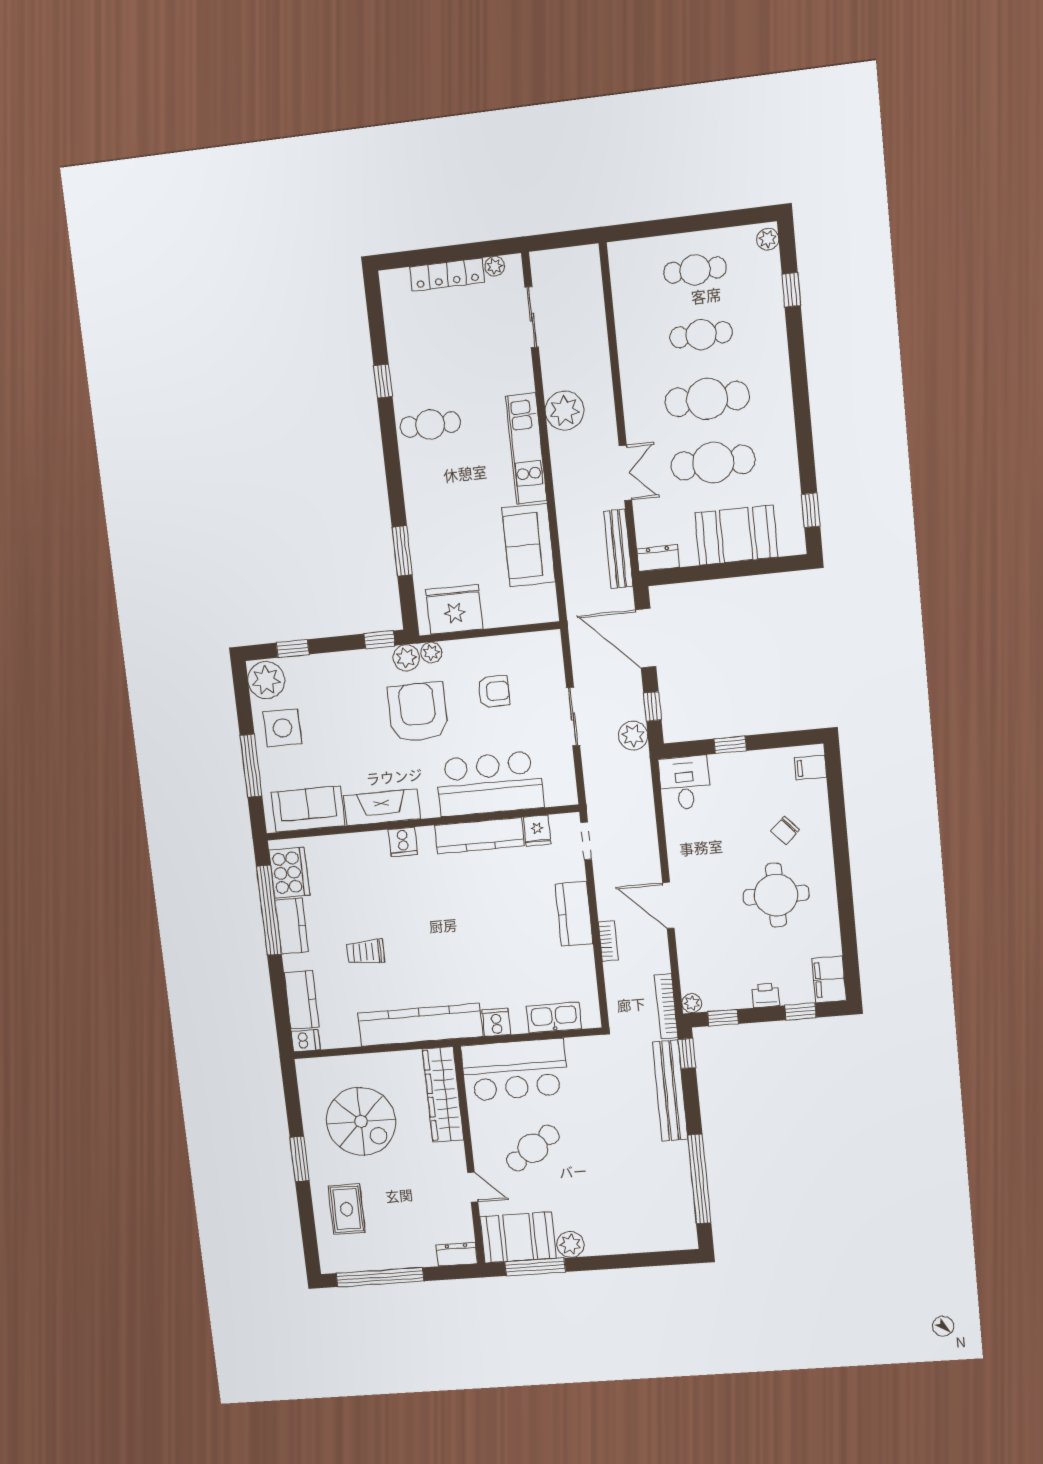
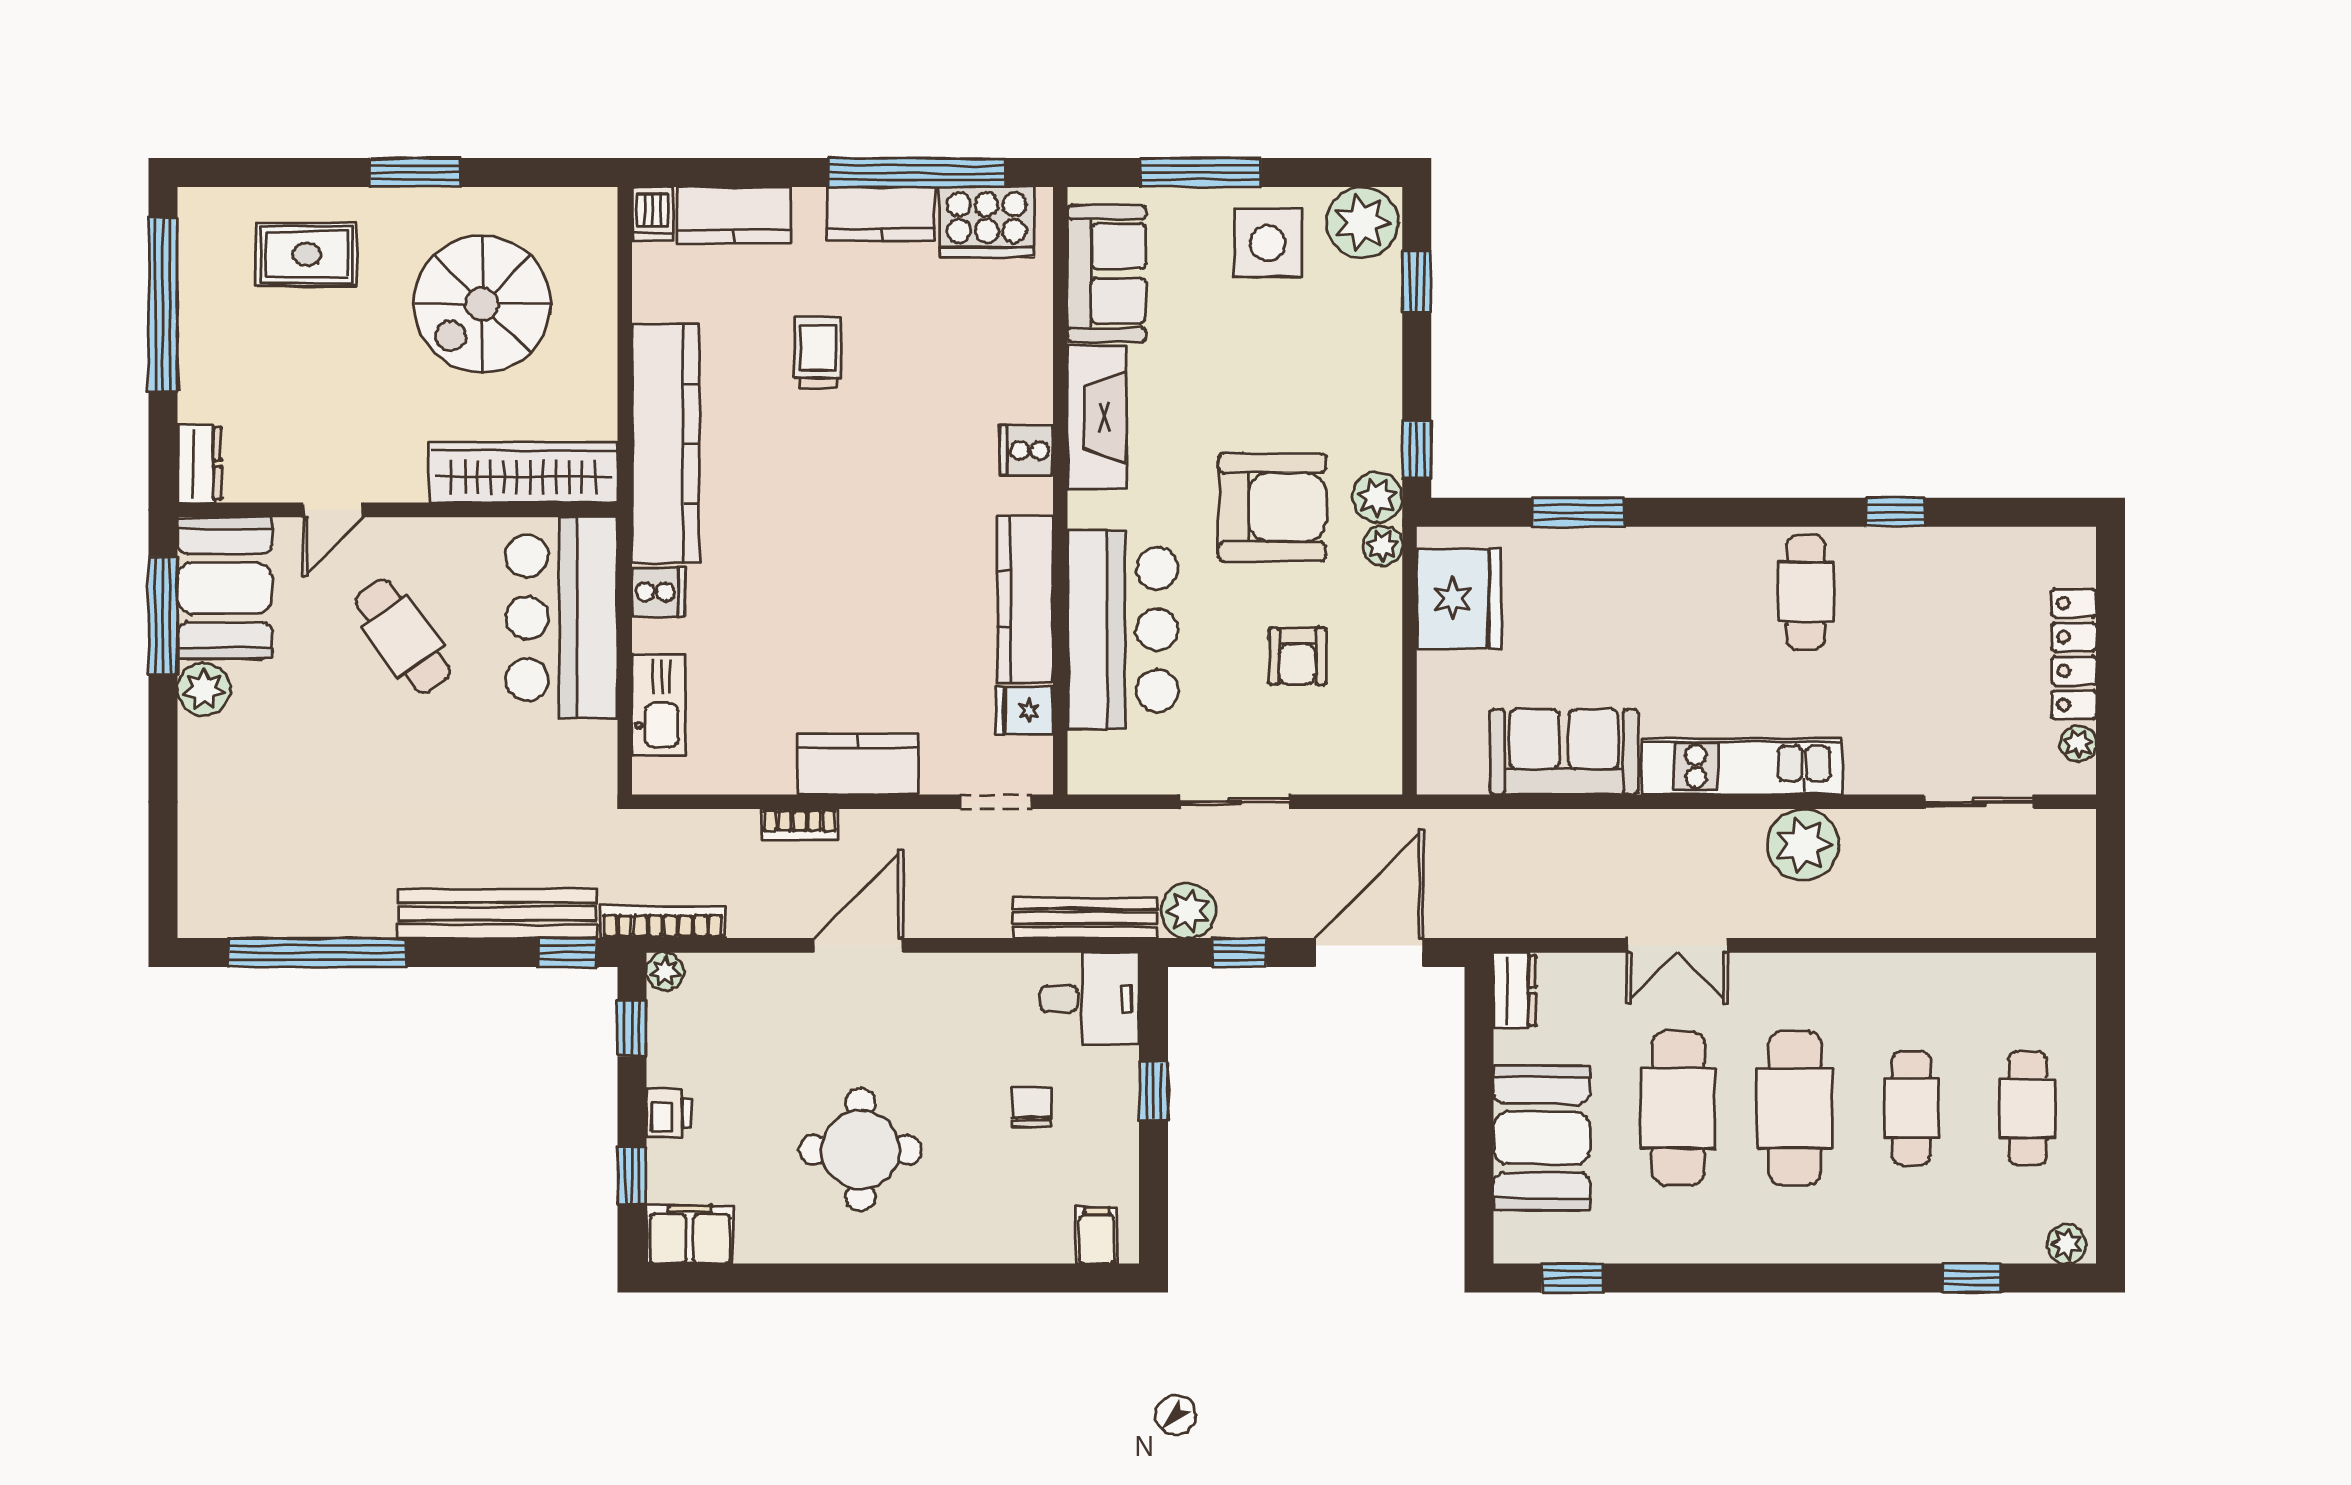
bench: (618, 549) -> (1085, 918), moved
chair: (785, 830) -> (1031, 1107), moved, turned 42

